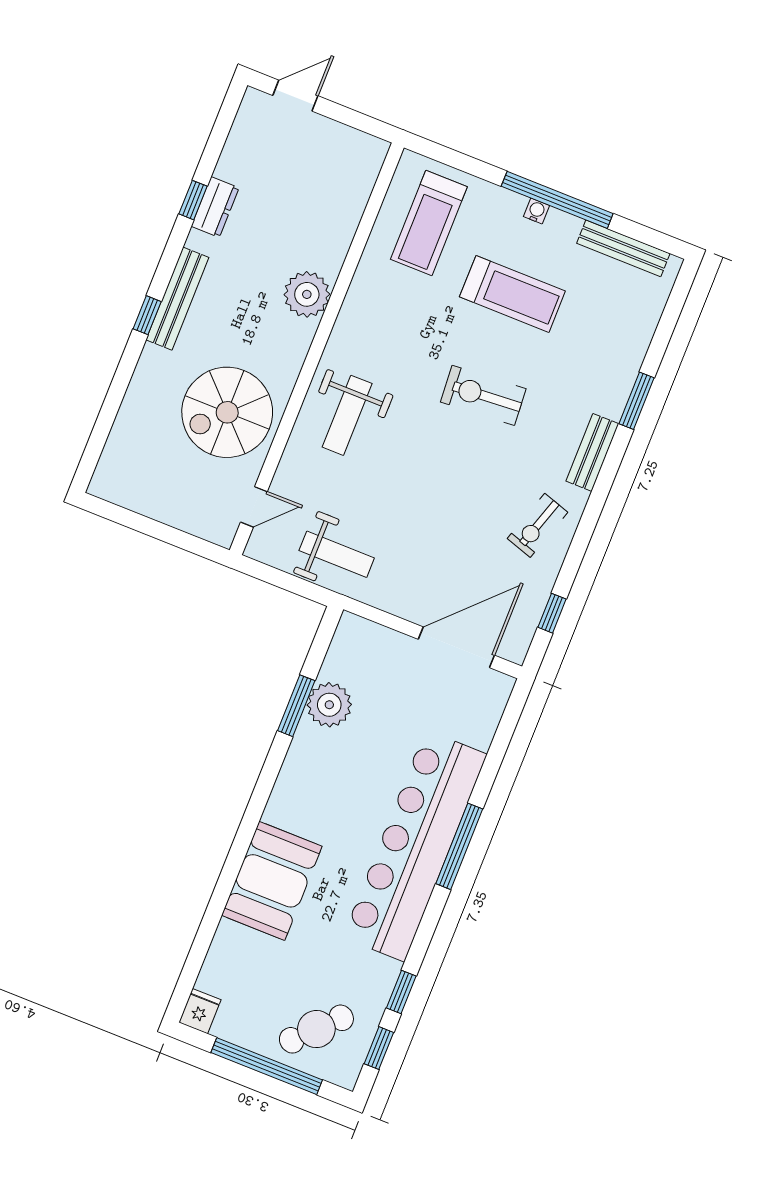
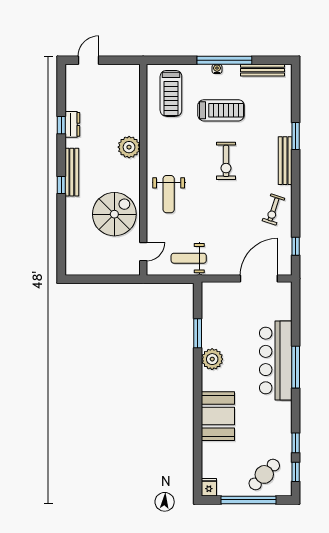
exercise bike: (483, 395) -> (226, 161), turned -86
spiral stairs: (227, 412) -> (114, 214), turned 180
bench: (592, 452) -> (285, 161), width x1.36
weight bench: (337, 554) -> (189, 258), turned 180
plant: (329, 705) -> (212, 359), moved
bar counter: (415, 846) -> (276, 360), width x0.73

